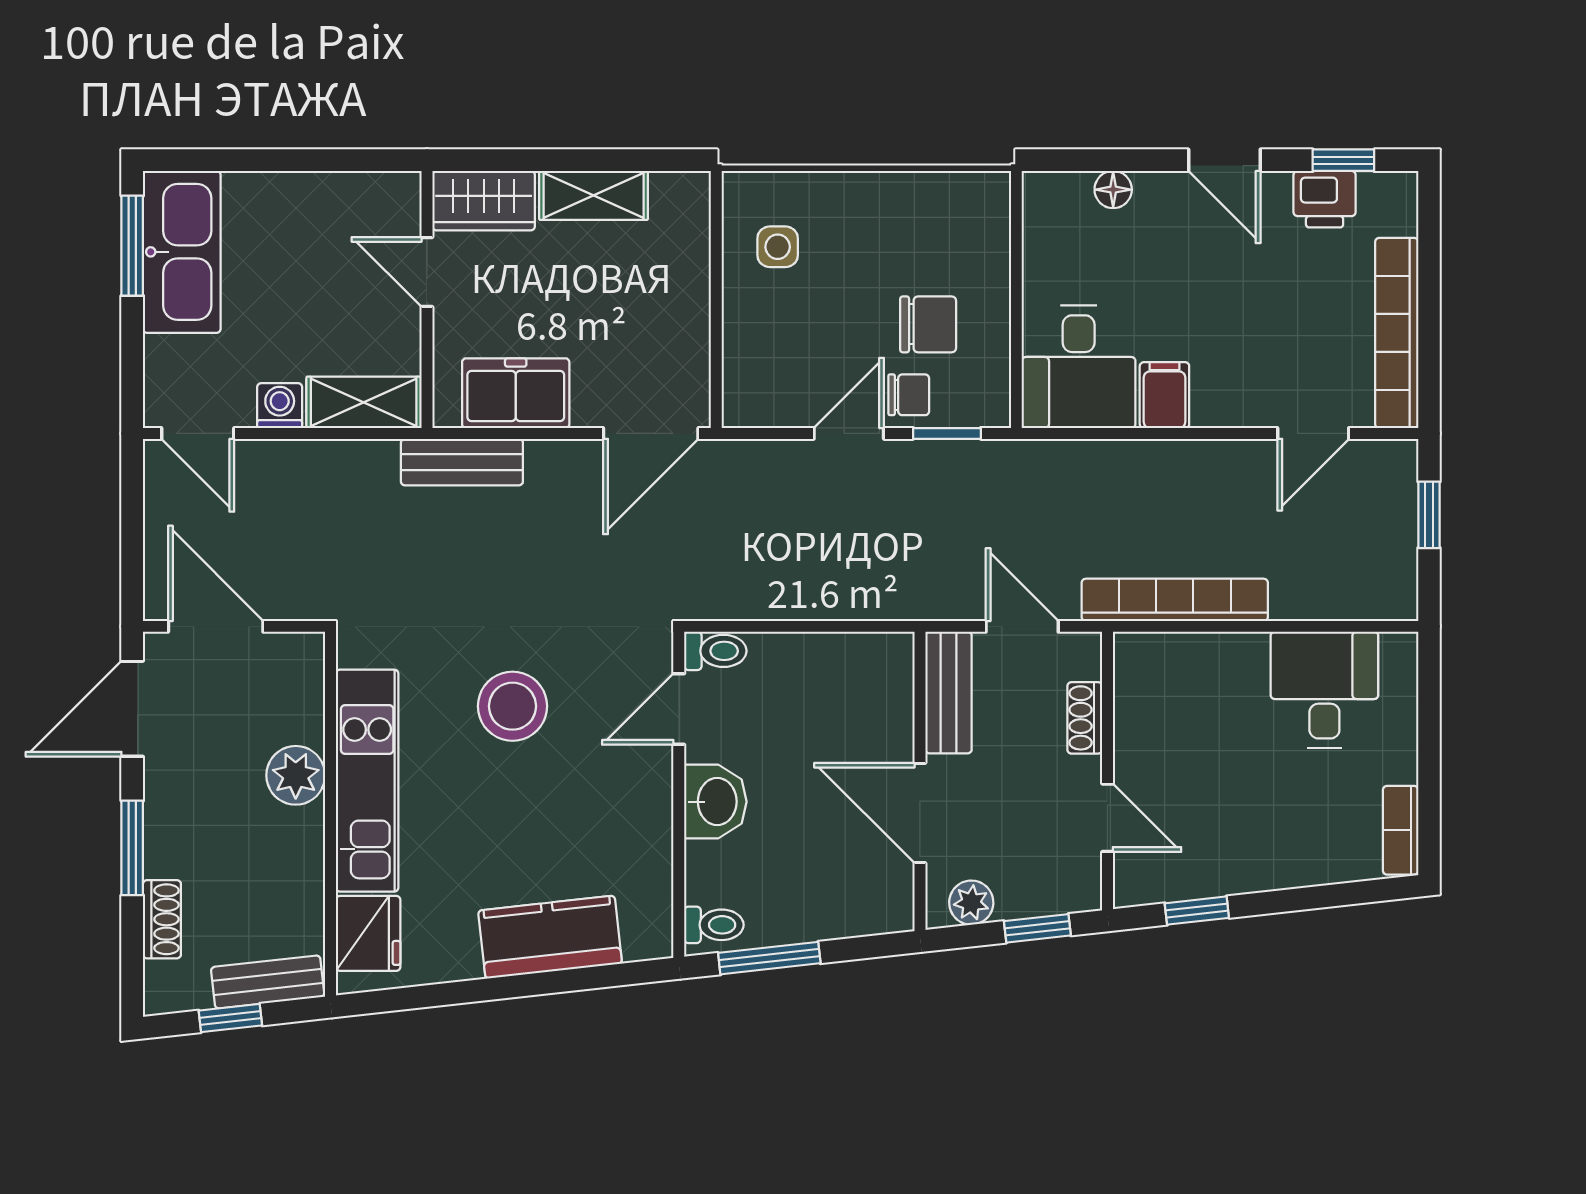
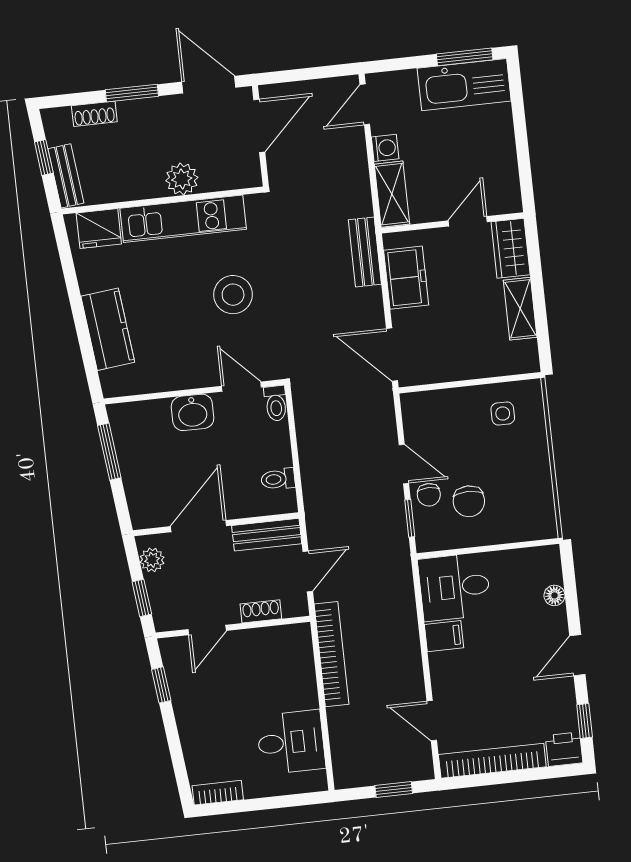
printer: (1325, 199) -> (564, 749), moved, turned 90
toilet: (714, 925) -> (278, 479), moved, turned 90

